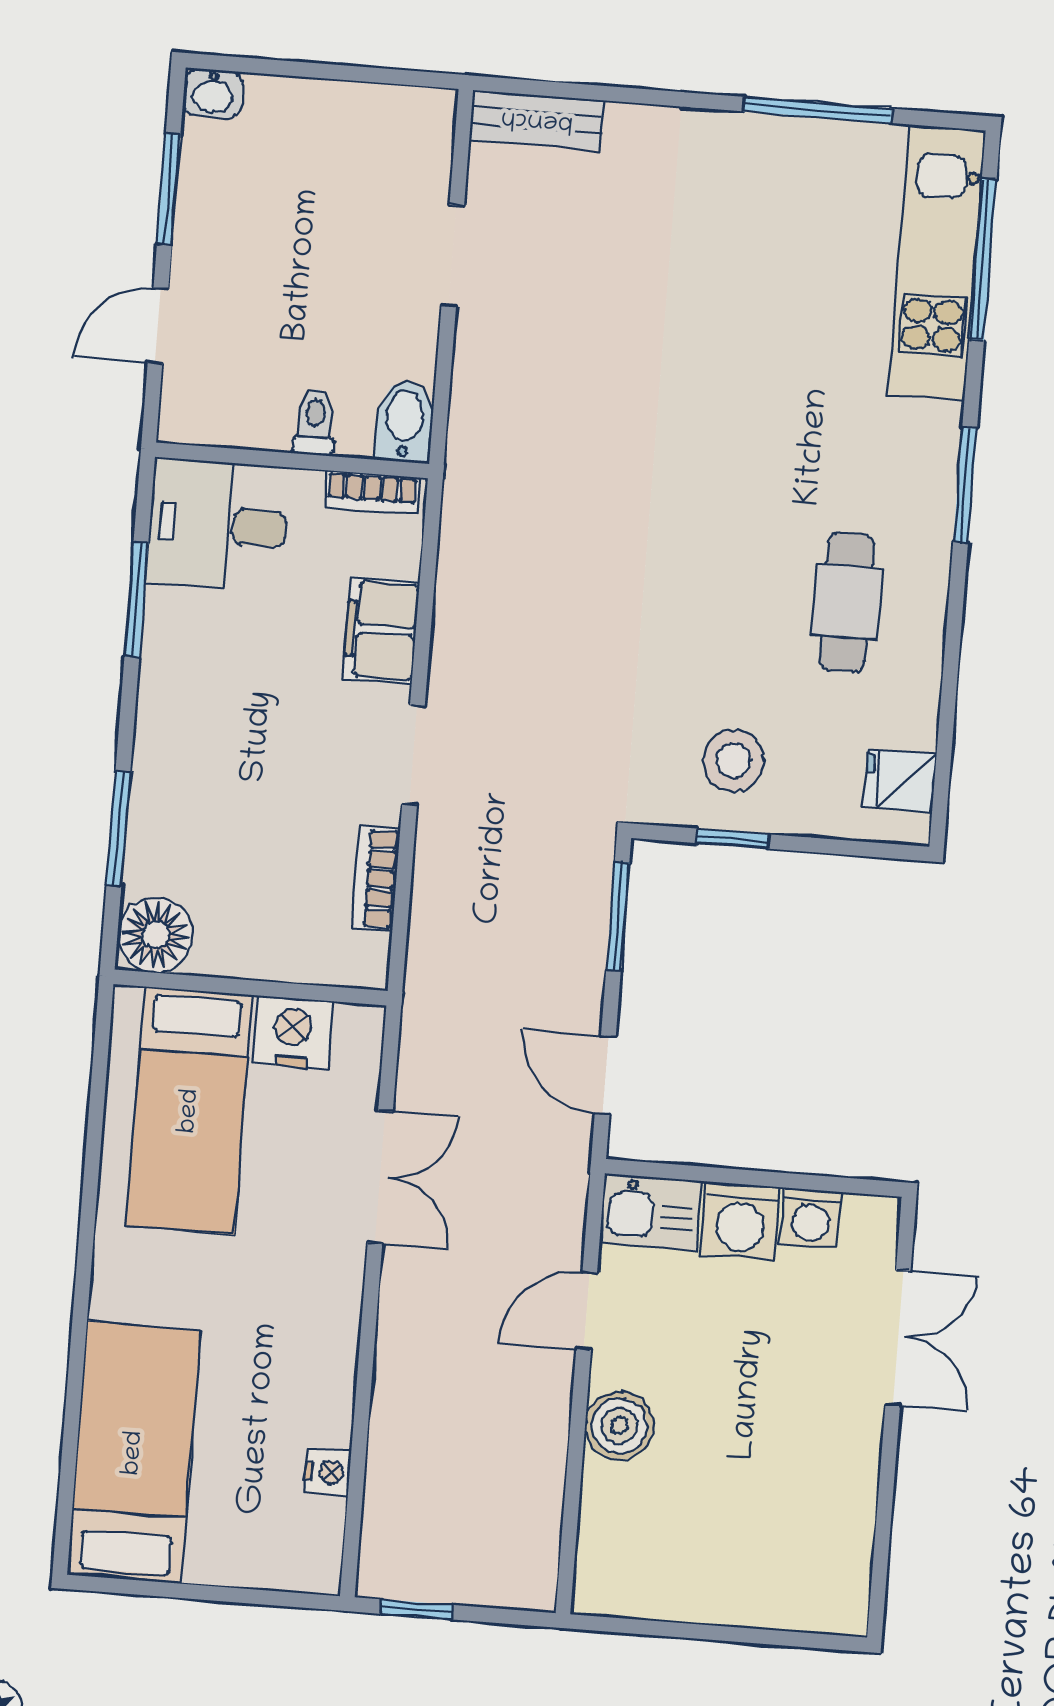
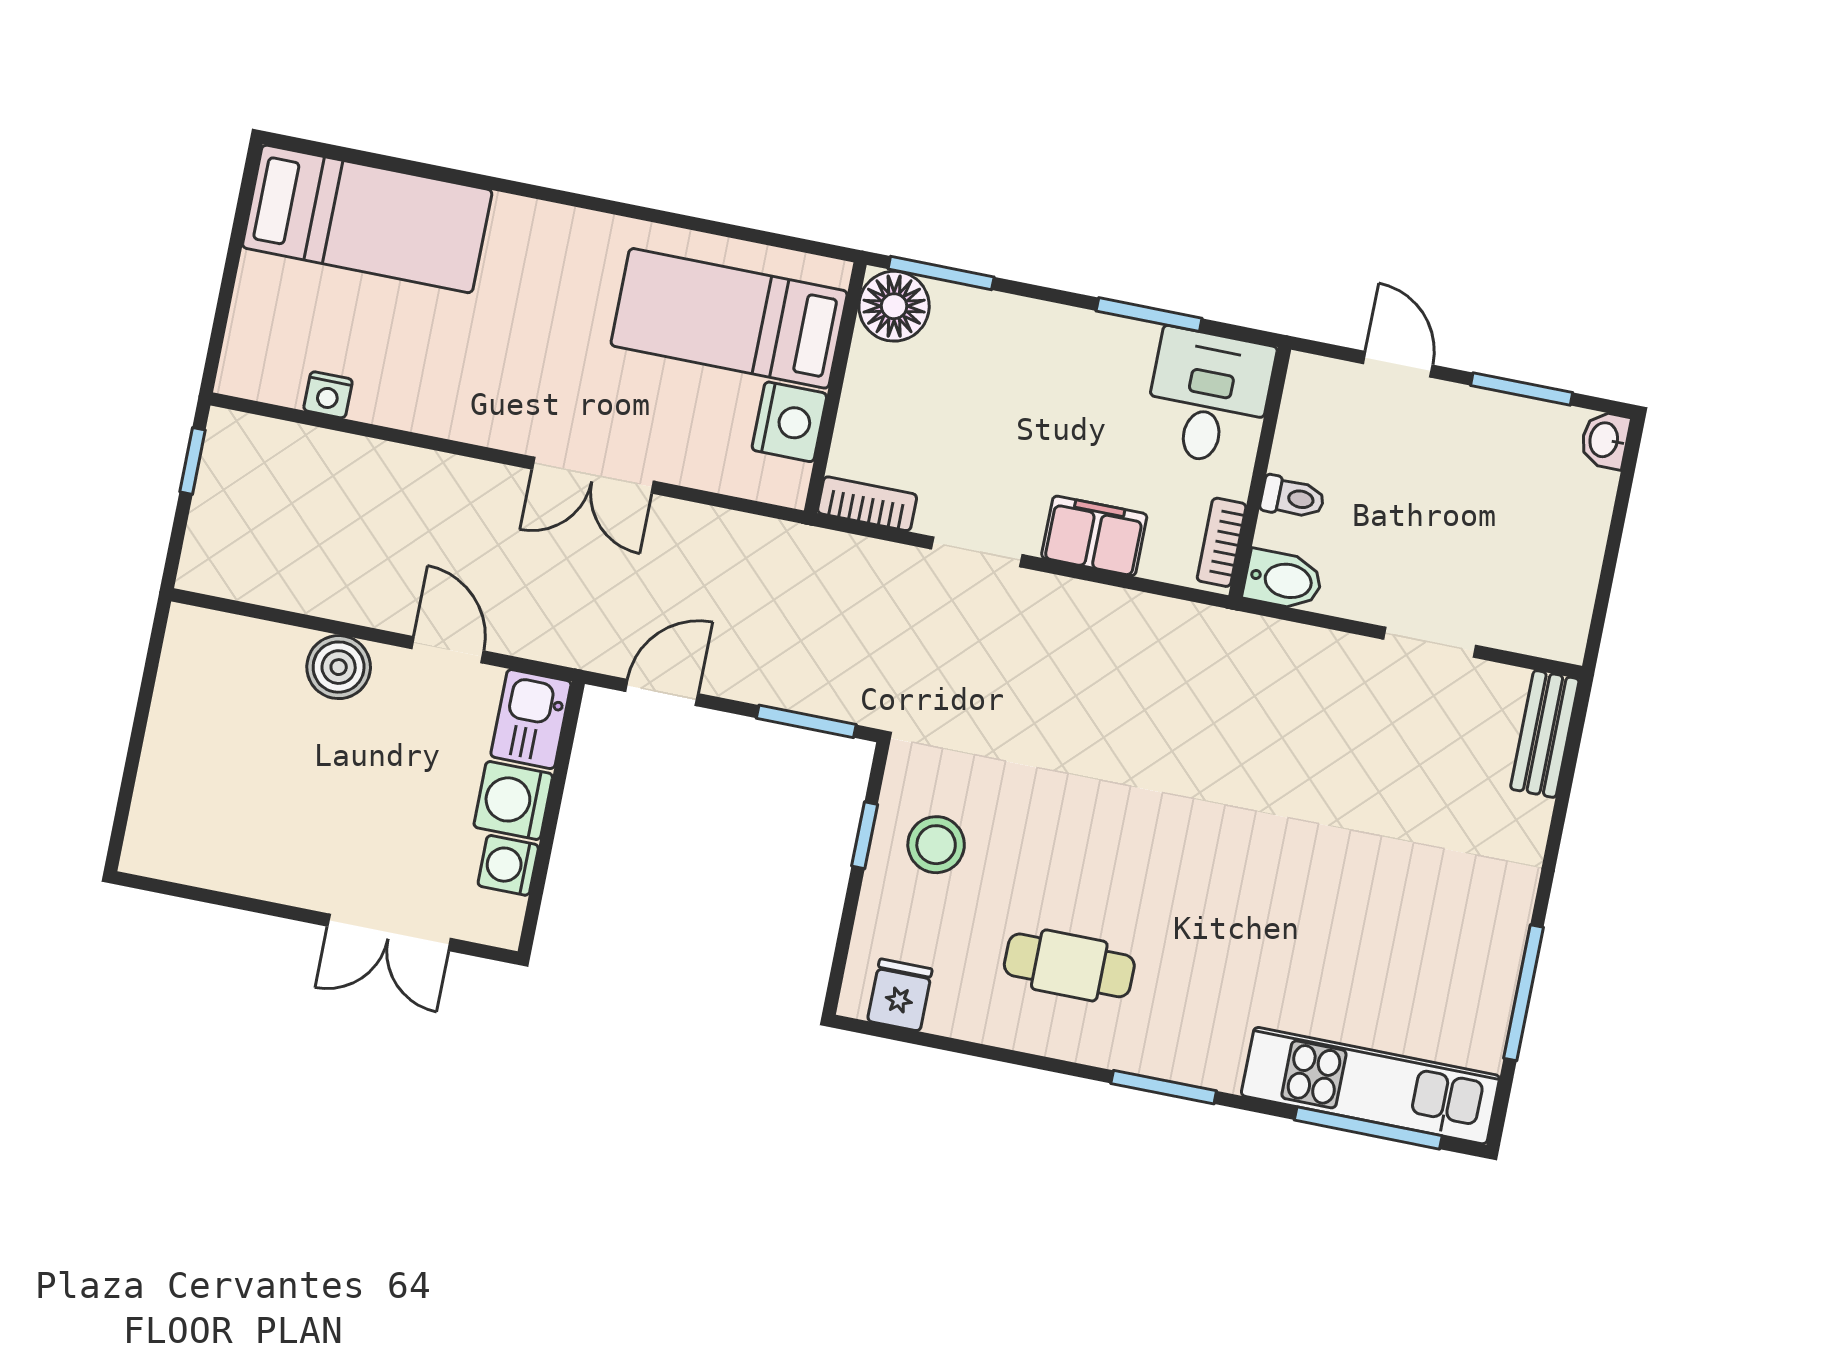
floor lamp: (155, 935) -> (894, 306), moved
wall: (251, 988) -> (835, 388), moved
nightstand: (293, 1032) -> (789, 422), moved
bed: (190, 1111) -> (729, 318), moved

